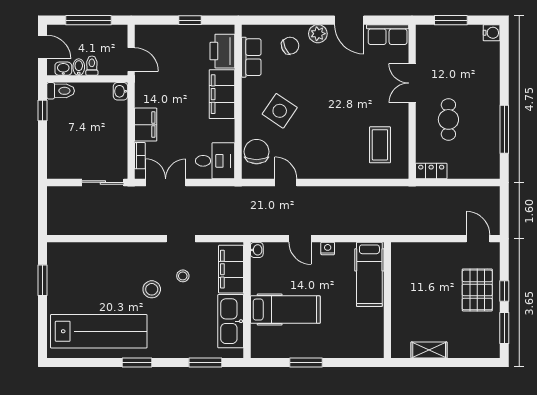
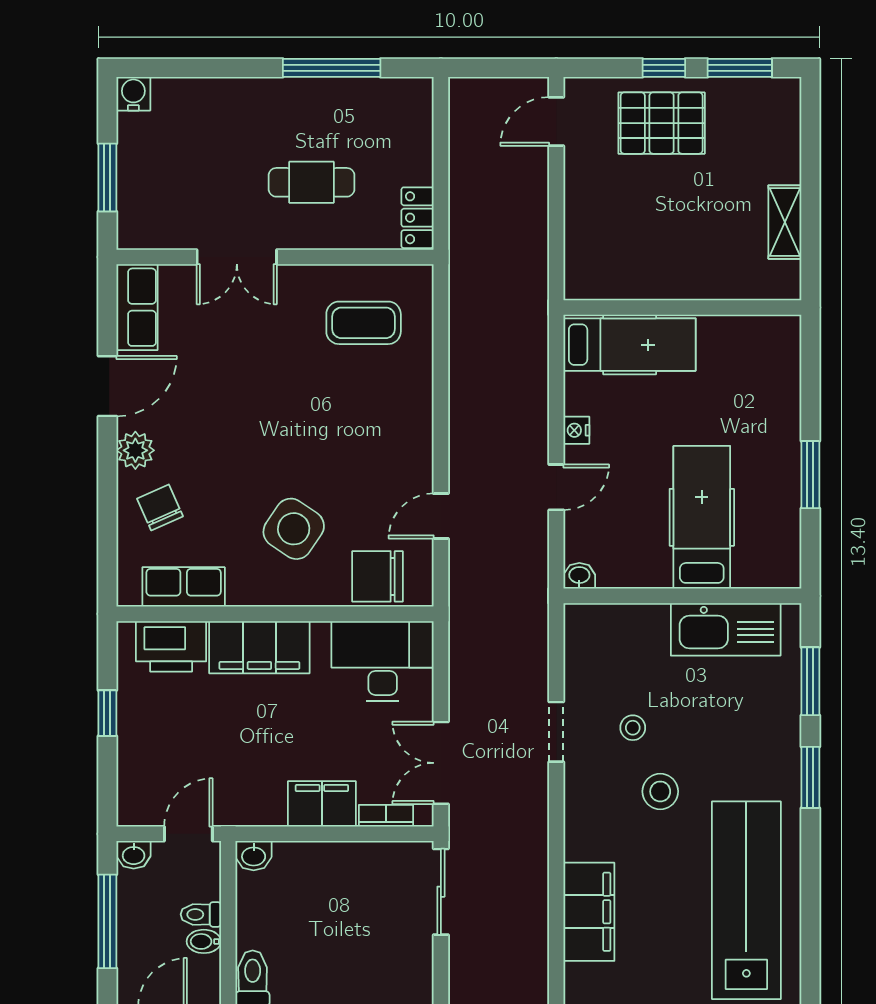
washbasin: (63, 69) -> (134, 855), moved, turned -90
desk: (215, 161) -> (383, 661), width x1.37
filing cabinet: (231, 269) -> (589, 912), moved, turned -90
window: (137, 362) -> (810, 777), moved

